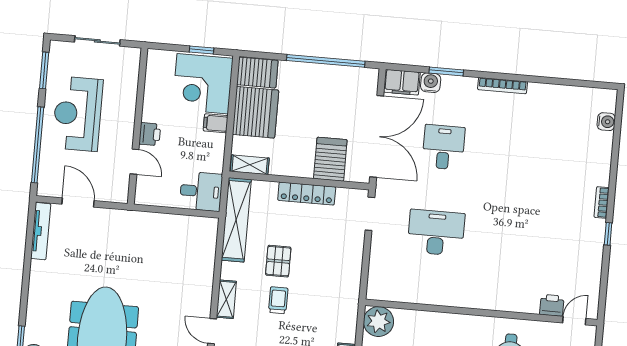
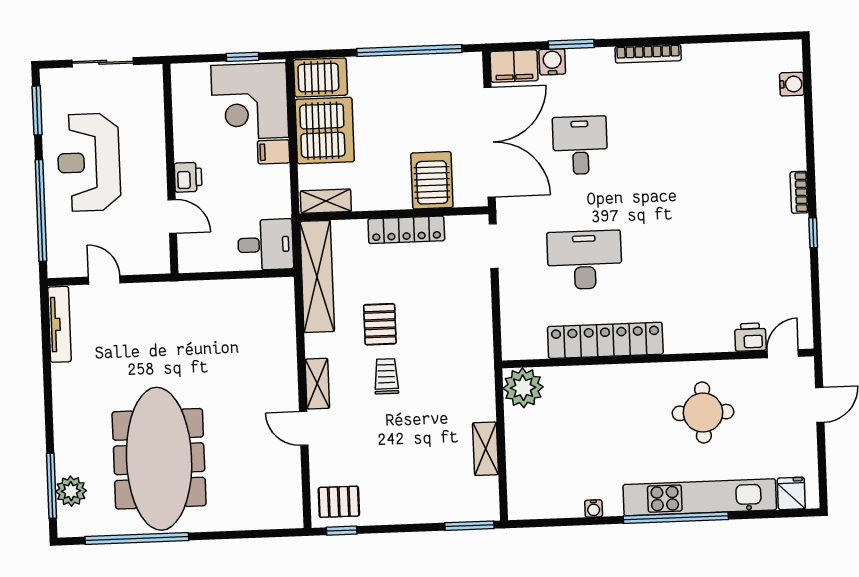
door: (78, 202) -> (104, 280), width x0.73
locker: (444, 294) -> (605, 340), added

